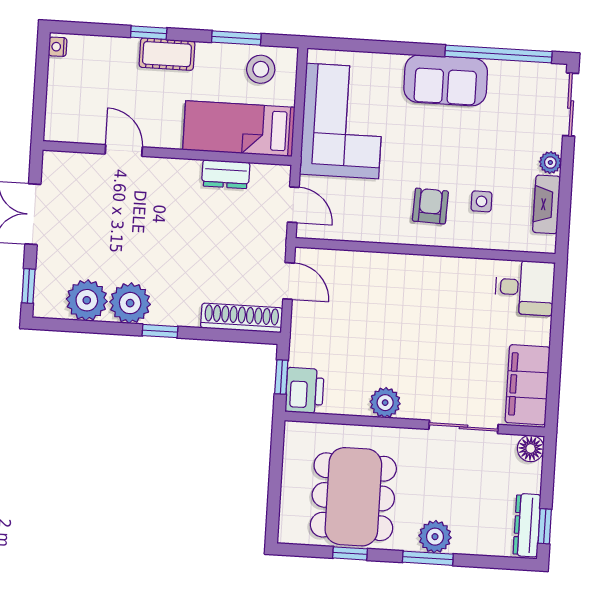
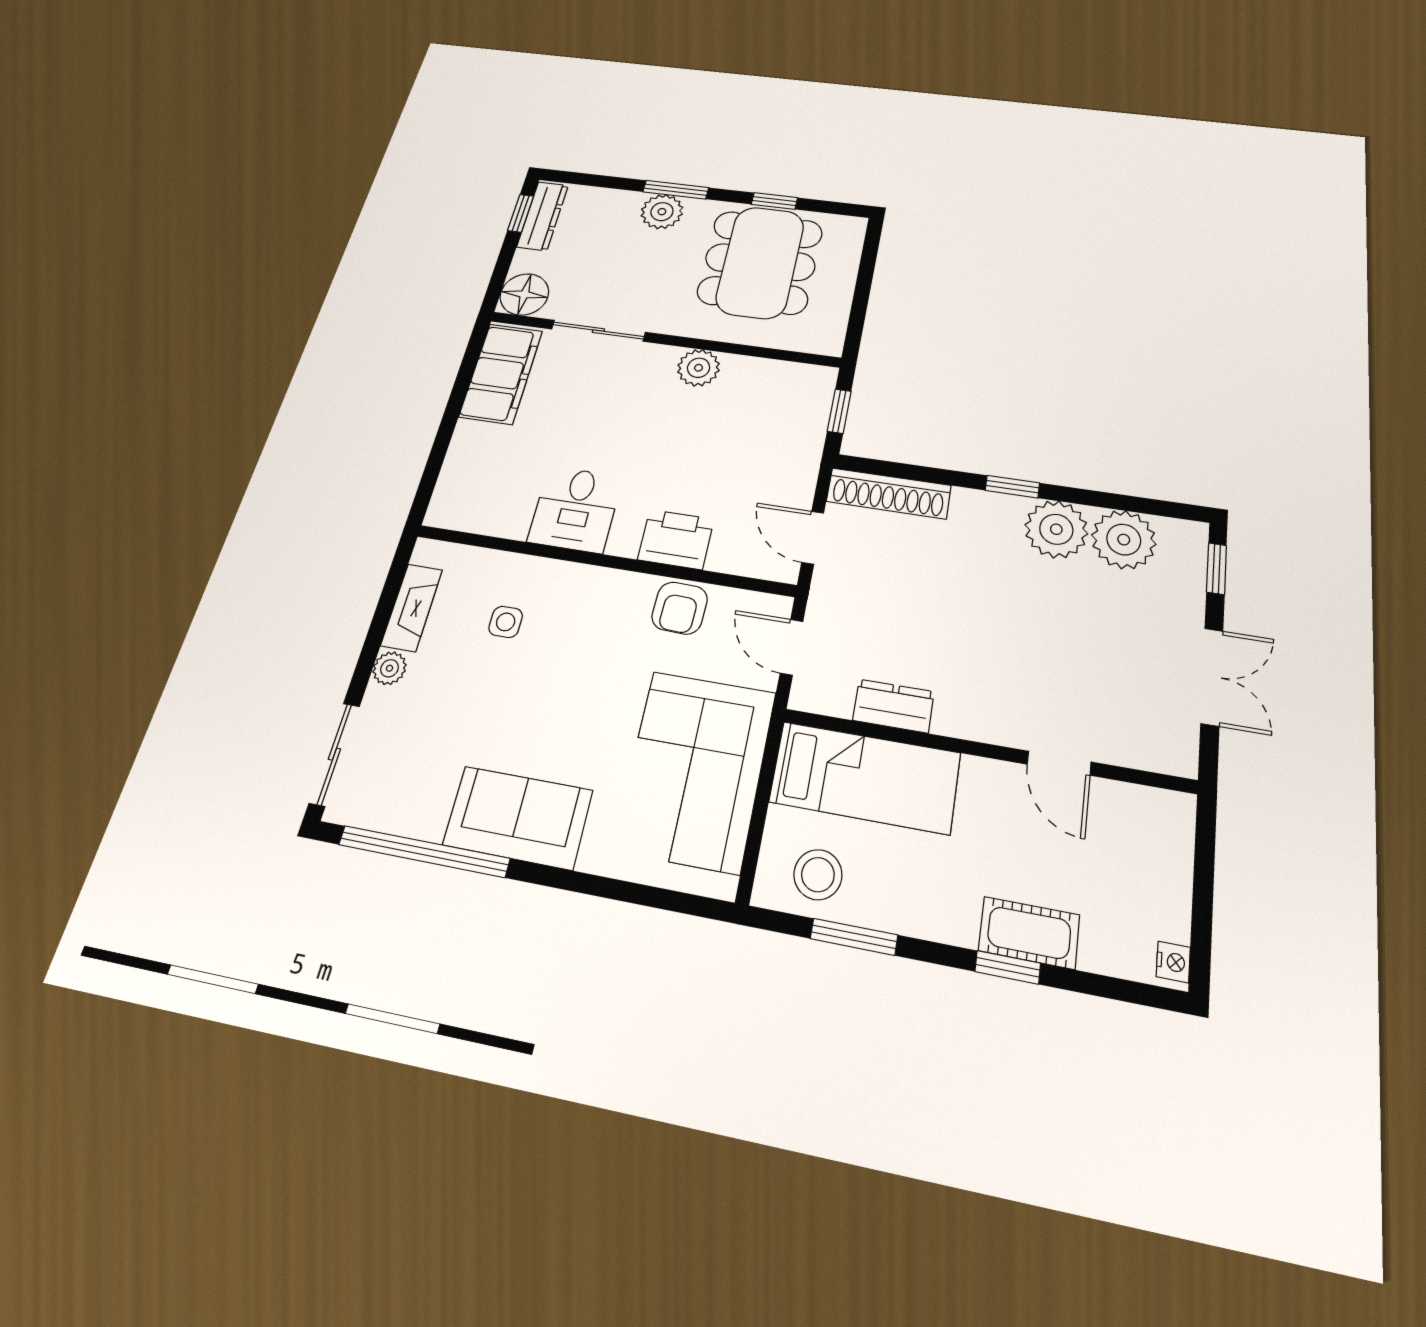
cot: (167, 54) -> (1029, 933), moved
armchair: (430, 206) -> (680, 608), moved
desk: (525, 288) -> (575, 509), moved, turned -90
printer: (305, 391) -> (676, 539), moved, turned 90
floor lamp: (531, 449) -> (524, 294), width x1.38, depth x1.38

